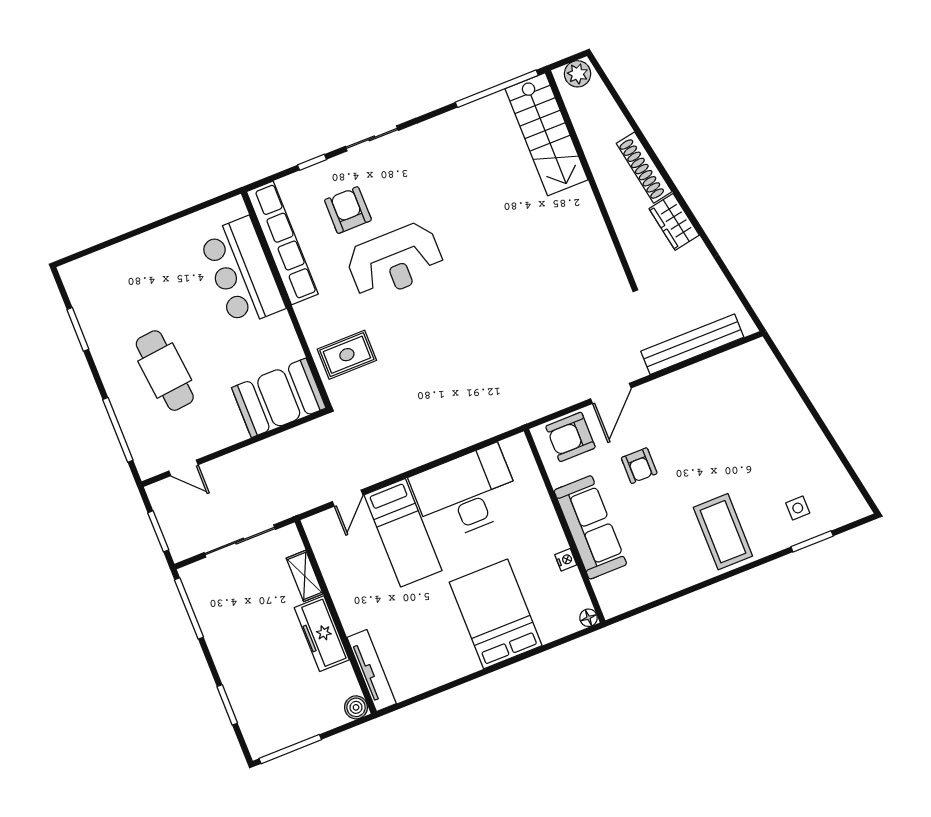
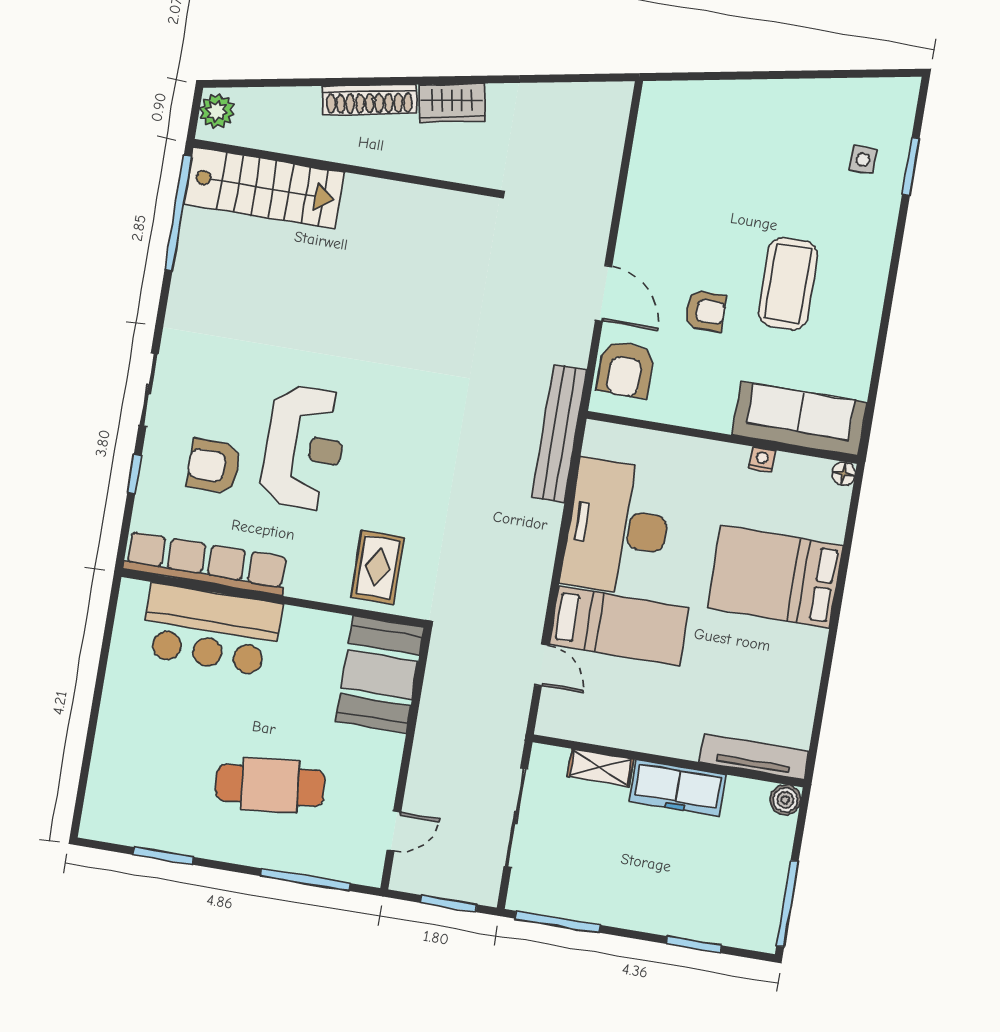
bench: (692, 344) -> (559, 434), moved
sofa: (590, 527) -> (800, 419), moved
coffee table: (723, 532) -> (788, 284), moved, turned 90

